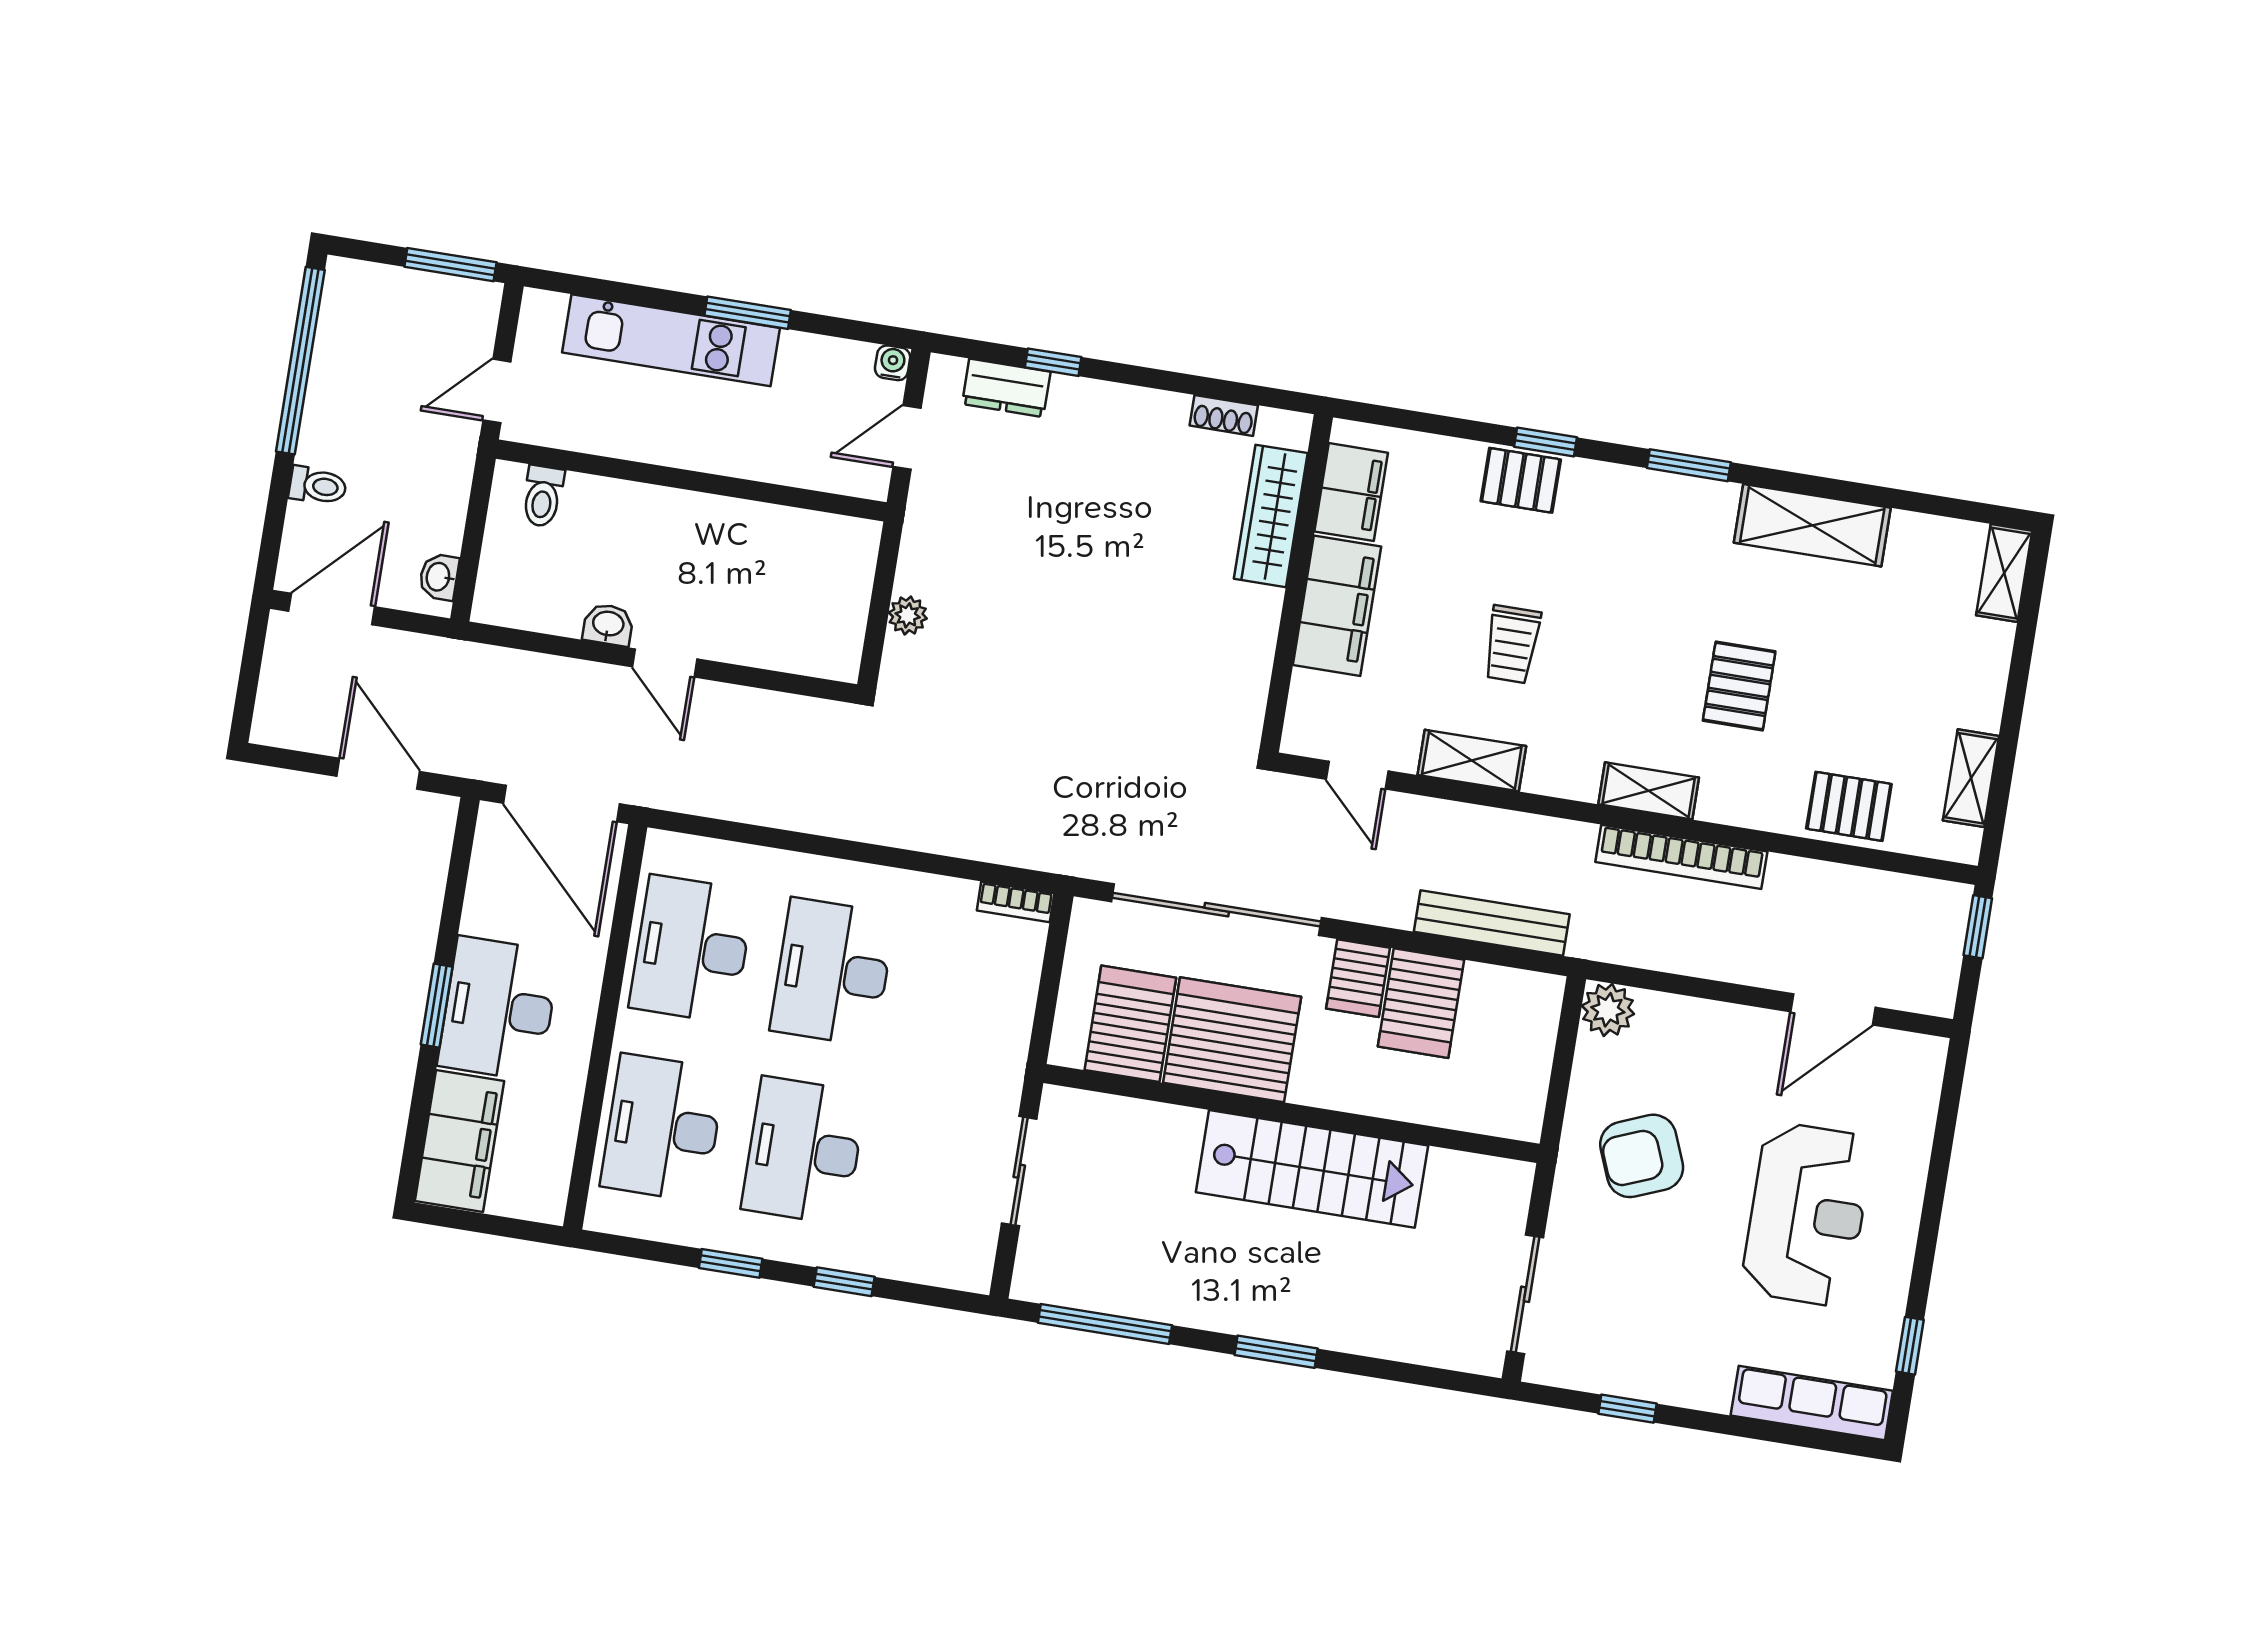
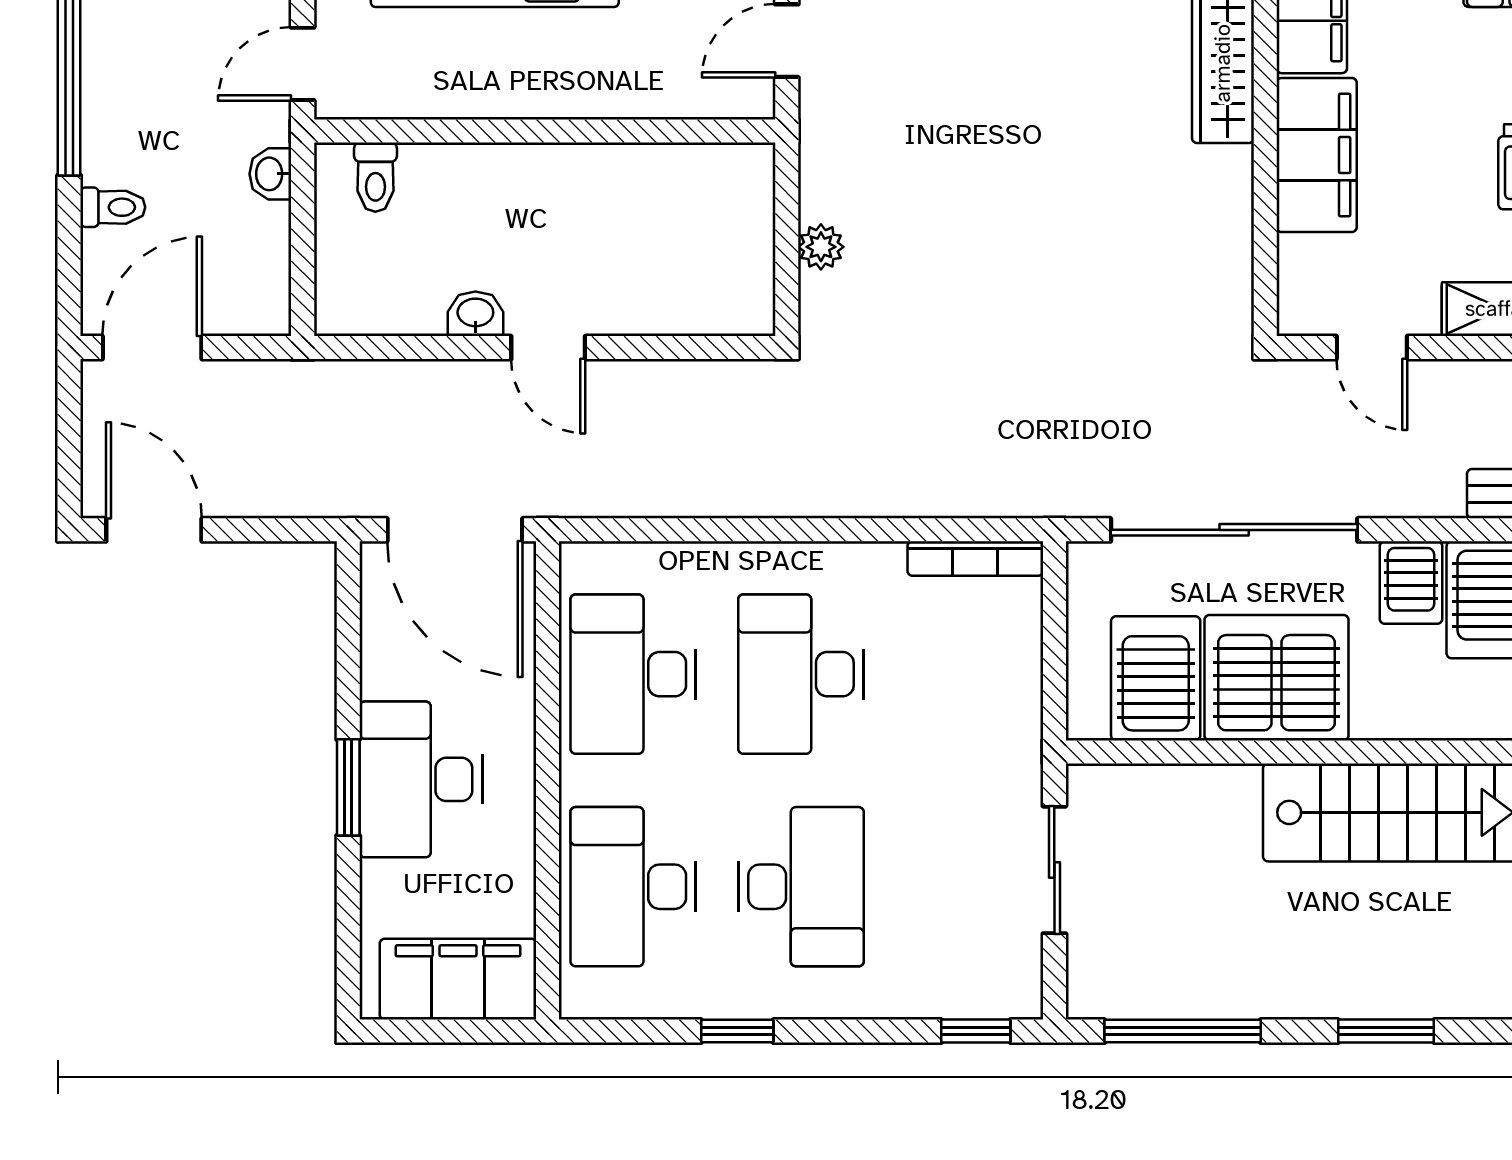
washbasin: (439, 577) -> (270, 174), moved
door: (378, 774) -> (154, 530), moved
bookcase: (1016, 902) -> (975, 559), width x1.56
filing cabinet: (459, 1141) -> (458, 979), moved, turned -90
desk: (804, 1151) -> (801, 887), turned 180
window: (844, 1282) -> (976, 1031), moved

